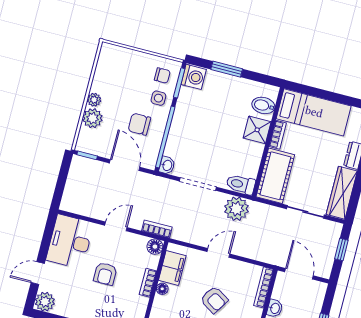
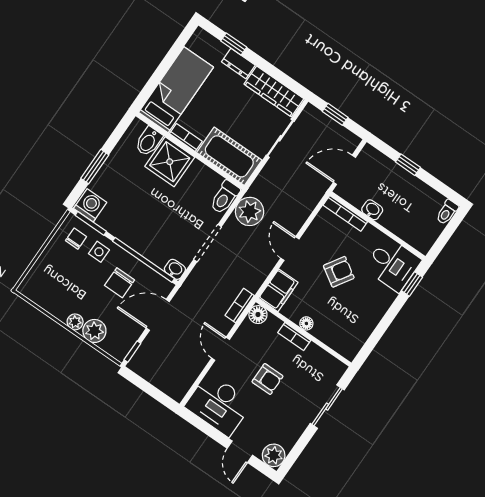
shower: (257, 130) -> (170, 162), width x1.36, depth x1.36
filing cabinet: (172, 268) -> (278, 290), moved, turned 90

